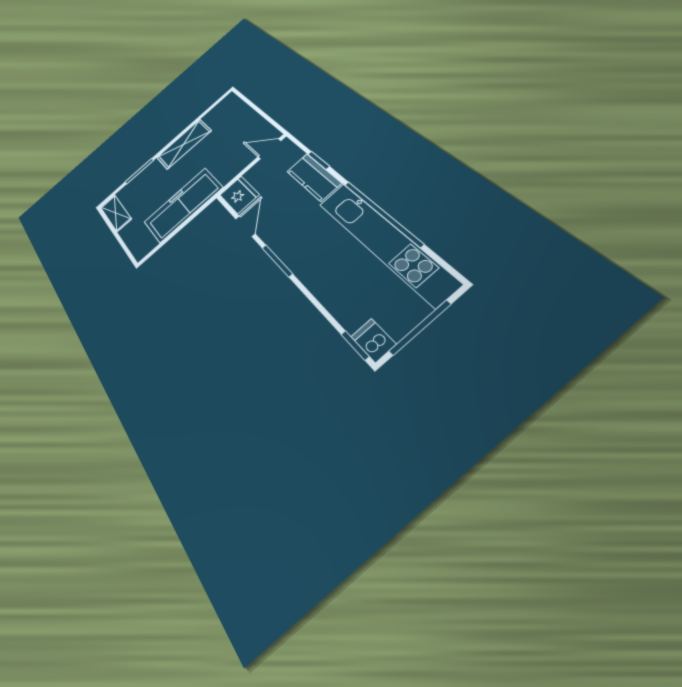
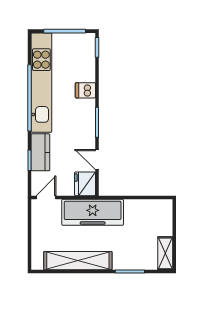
shelving: (184, 144) -> (78, 261), width x1.47
door: (269, 149) -> (46, 197), swing flipped
freezer: (183, 205) -> (93, 212), moved
door: (245, 226) -> (97, 160), hinge flipped
dishwasher: (373, 340) -> (85, 90), moved, turned 90

